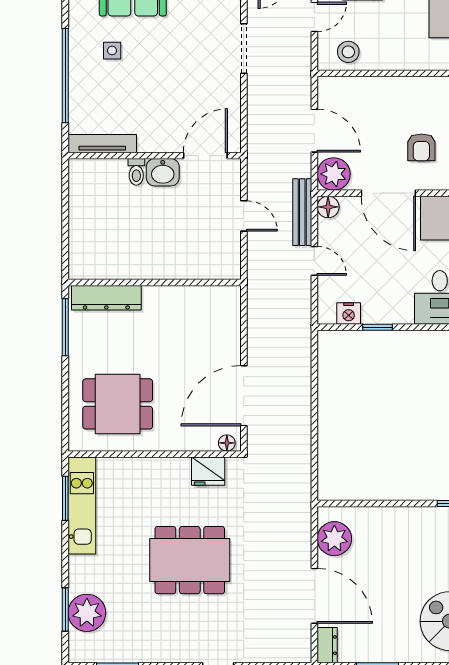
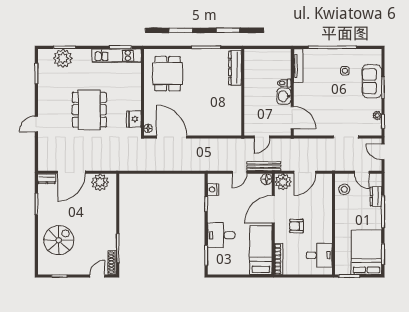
wall: (155, 283) -> (243, 92), moved
dresser: (106, 298) -> (235, 68), moved

